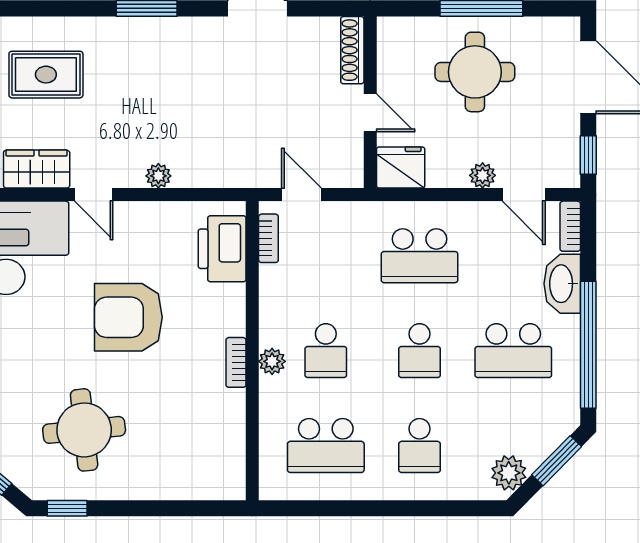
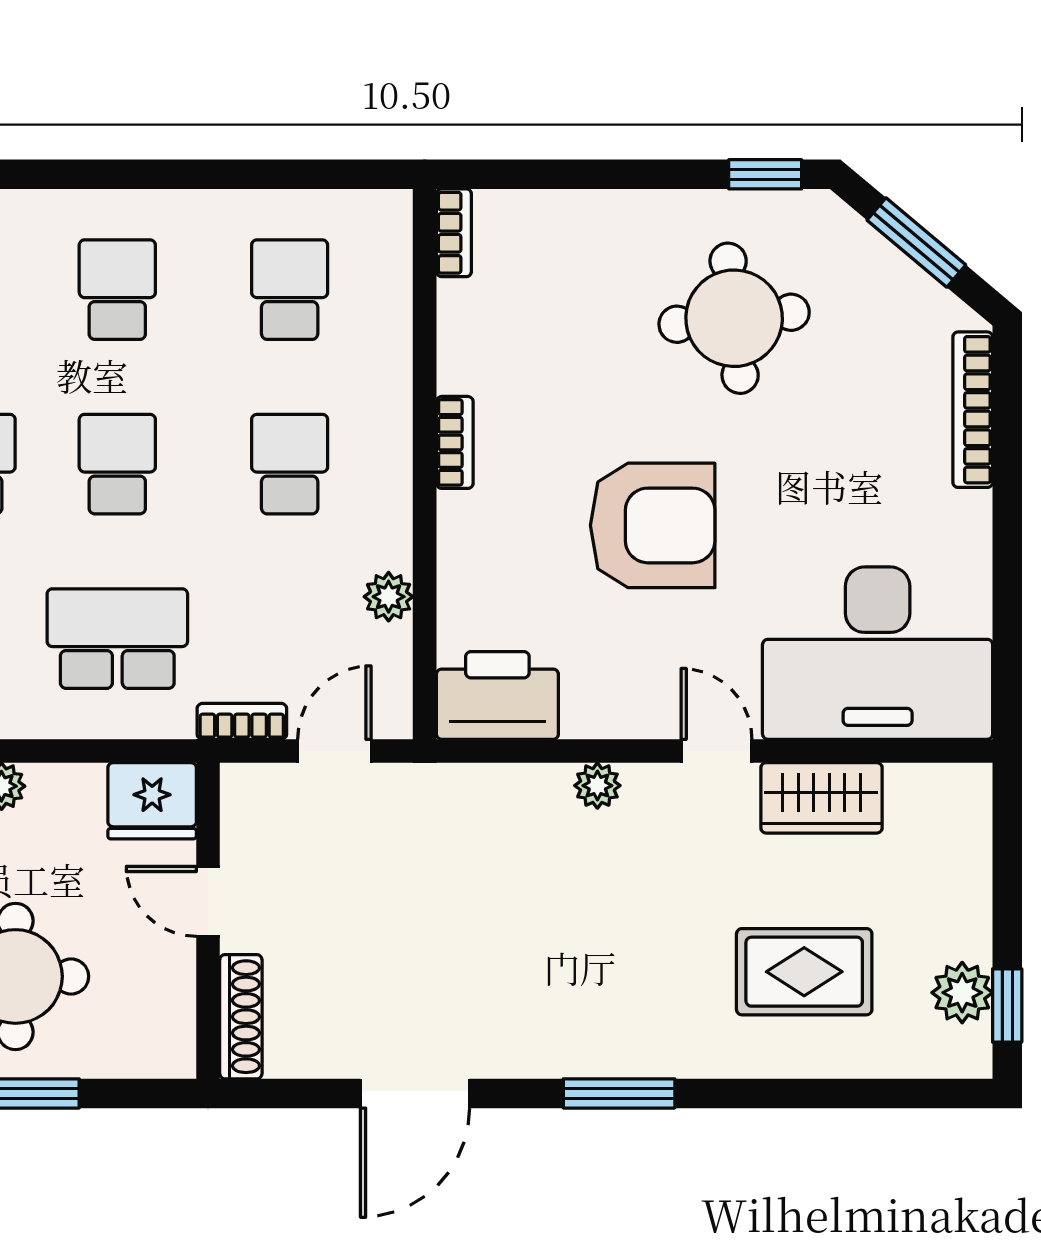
door: (301, 195) -> (334, 751), swing flipped
bookcase: (268, 238) -> (242, 721), moved, turned 90
printer: (222, 249) -> (497, 695), moved, turned -90
plant: (272, 361) -> (389, 597), moved
school desk: (326, 446) -> (290, 290), width x0.54
bookcase: (236, 476) -> (454, 233), added

